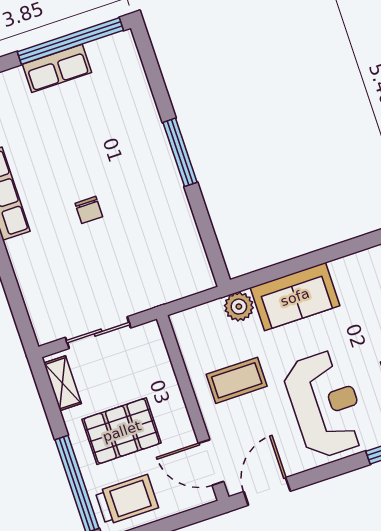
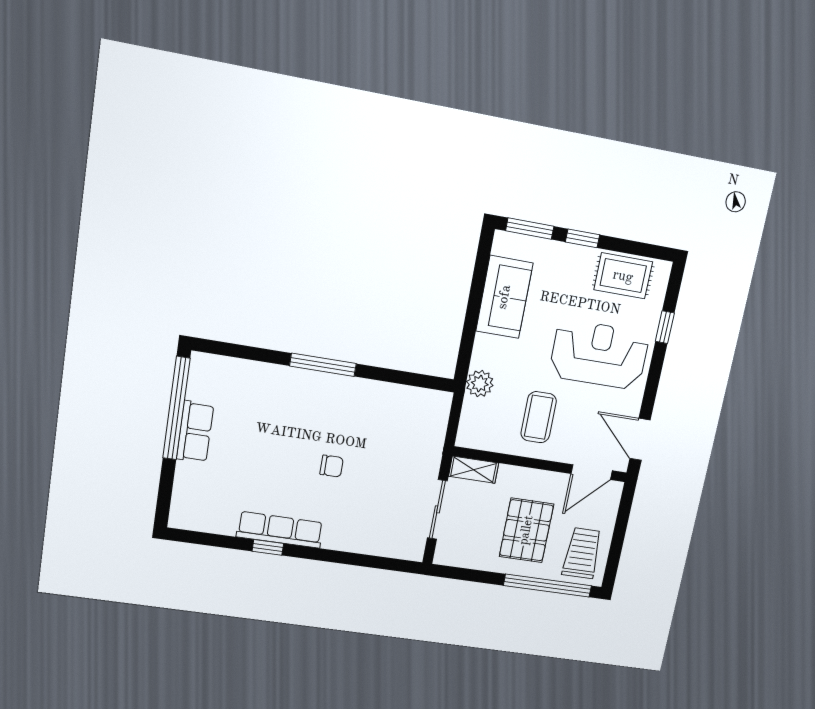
sofa: (295, 297) -> (504, 297), moved
shelving: (62, 383) -> (474, 470), moved

